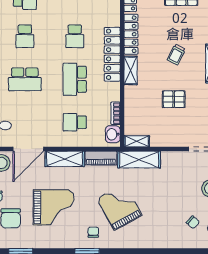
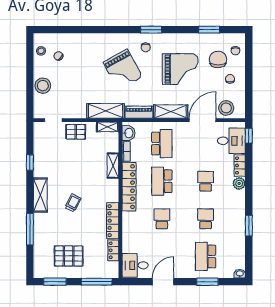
locker: (112, 54) -> (129, 187), moved
shelving: (131, 70) -> (113, 166), moved
school desk: (25, 79) -> (206, 181), width x0.54
school desk: (75, 79) -> (162, 181), turned 180
pallet: (174, 99) -> (76, 132), moved
school desk: (75, 122) -> (162, 144), width x1.85
grand piano: (54, 207) -> (180, 69), turned 180

